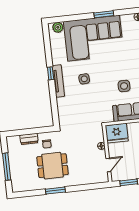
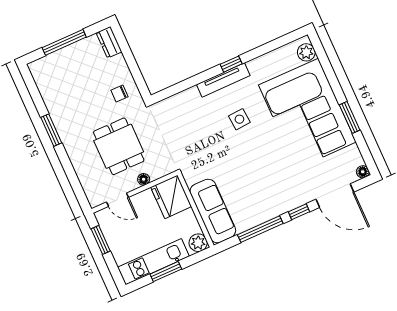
side table: (124, 86) -> (248, 185), removed
dresser: (29, 139) -> (109, 42), moved
dining table: (53, 166) -> (119, 146), moved

